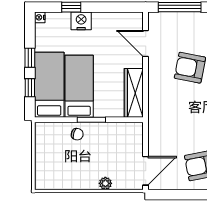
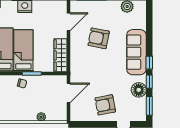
door: (146, 43) -> (69, 22), swing flipped
door: (146, 171) -> (69, 93), moved

